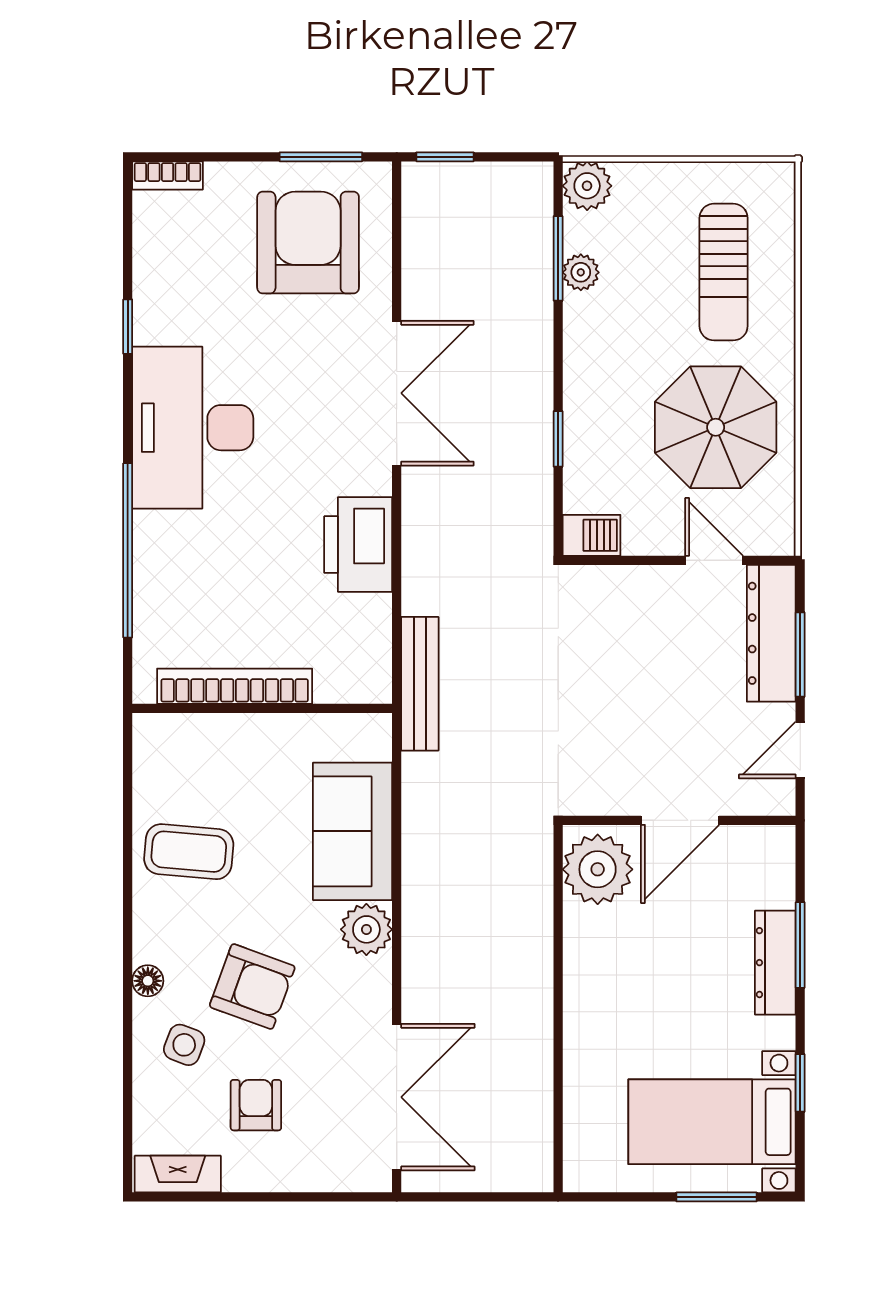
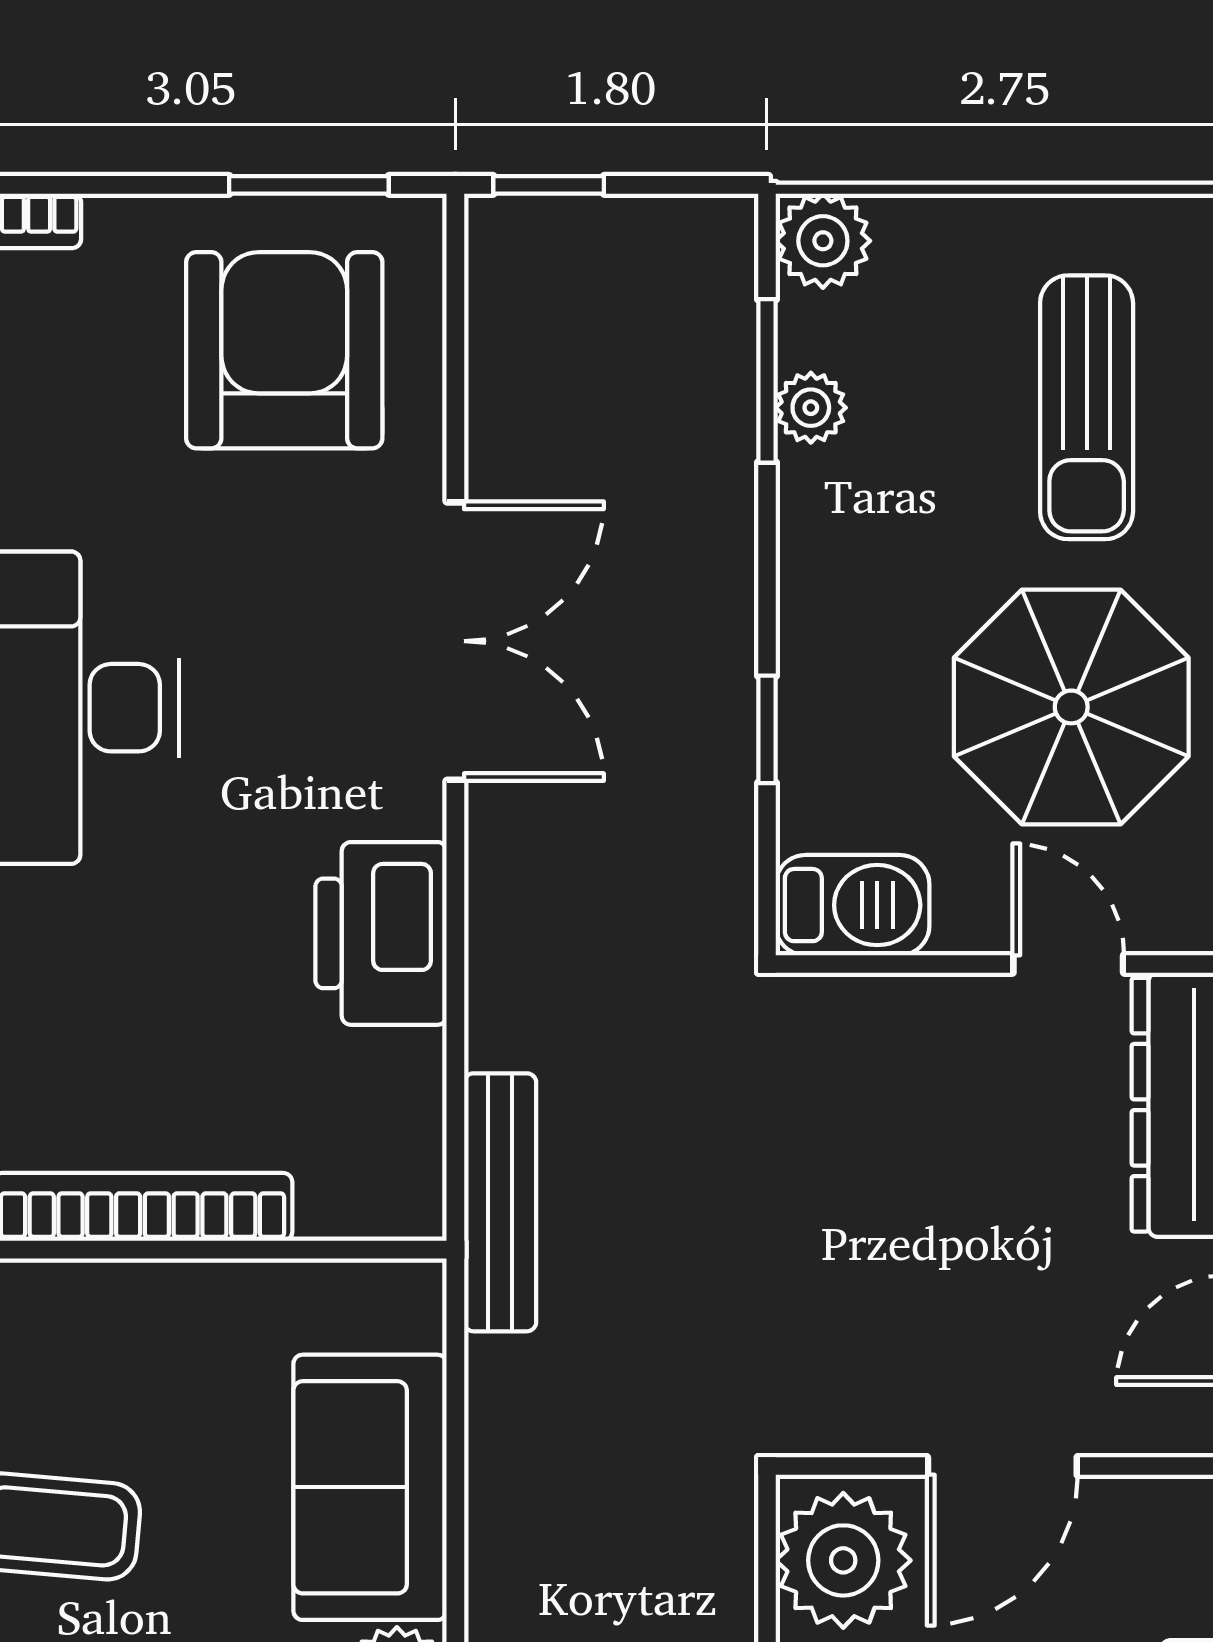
barbecue: (591, 535) -> (853, 905), width x1.38, depth x1.27

